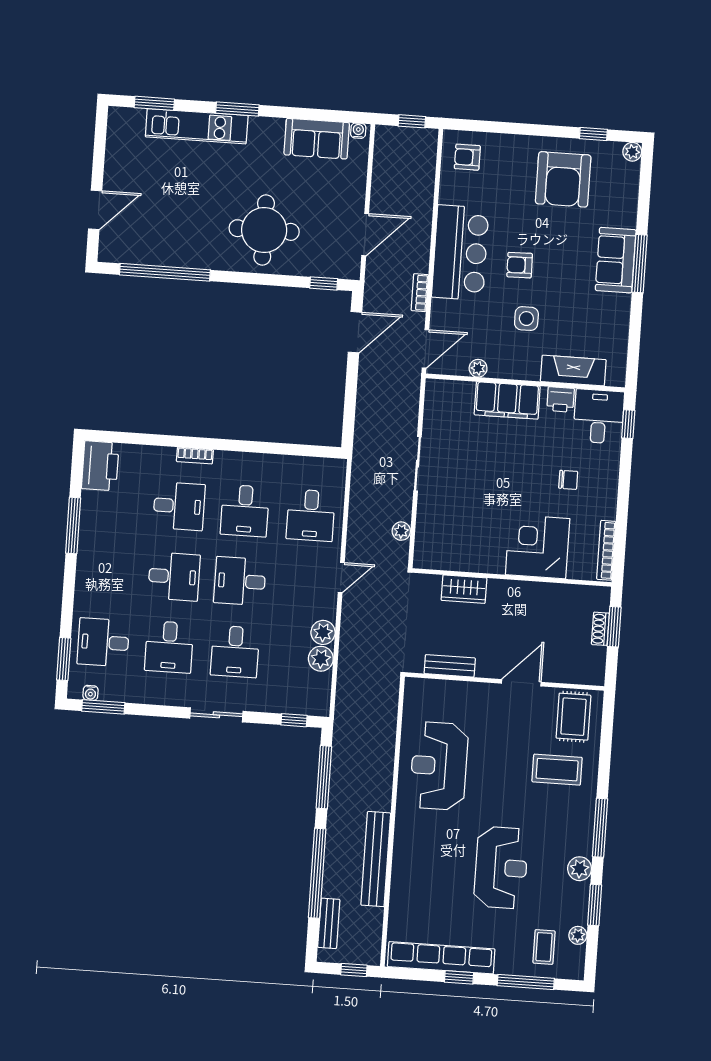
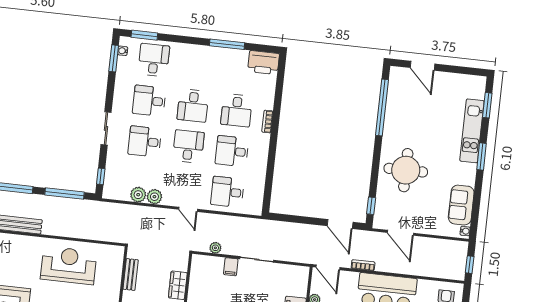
filing cabinet: (431, 505) -> (231, 267), added

